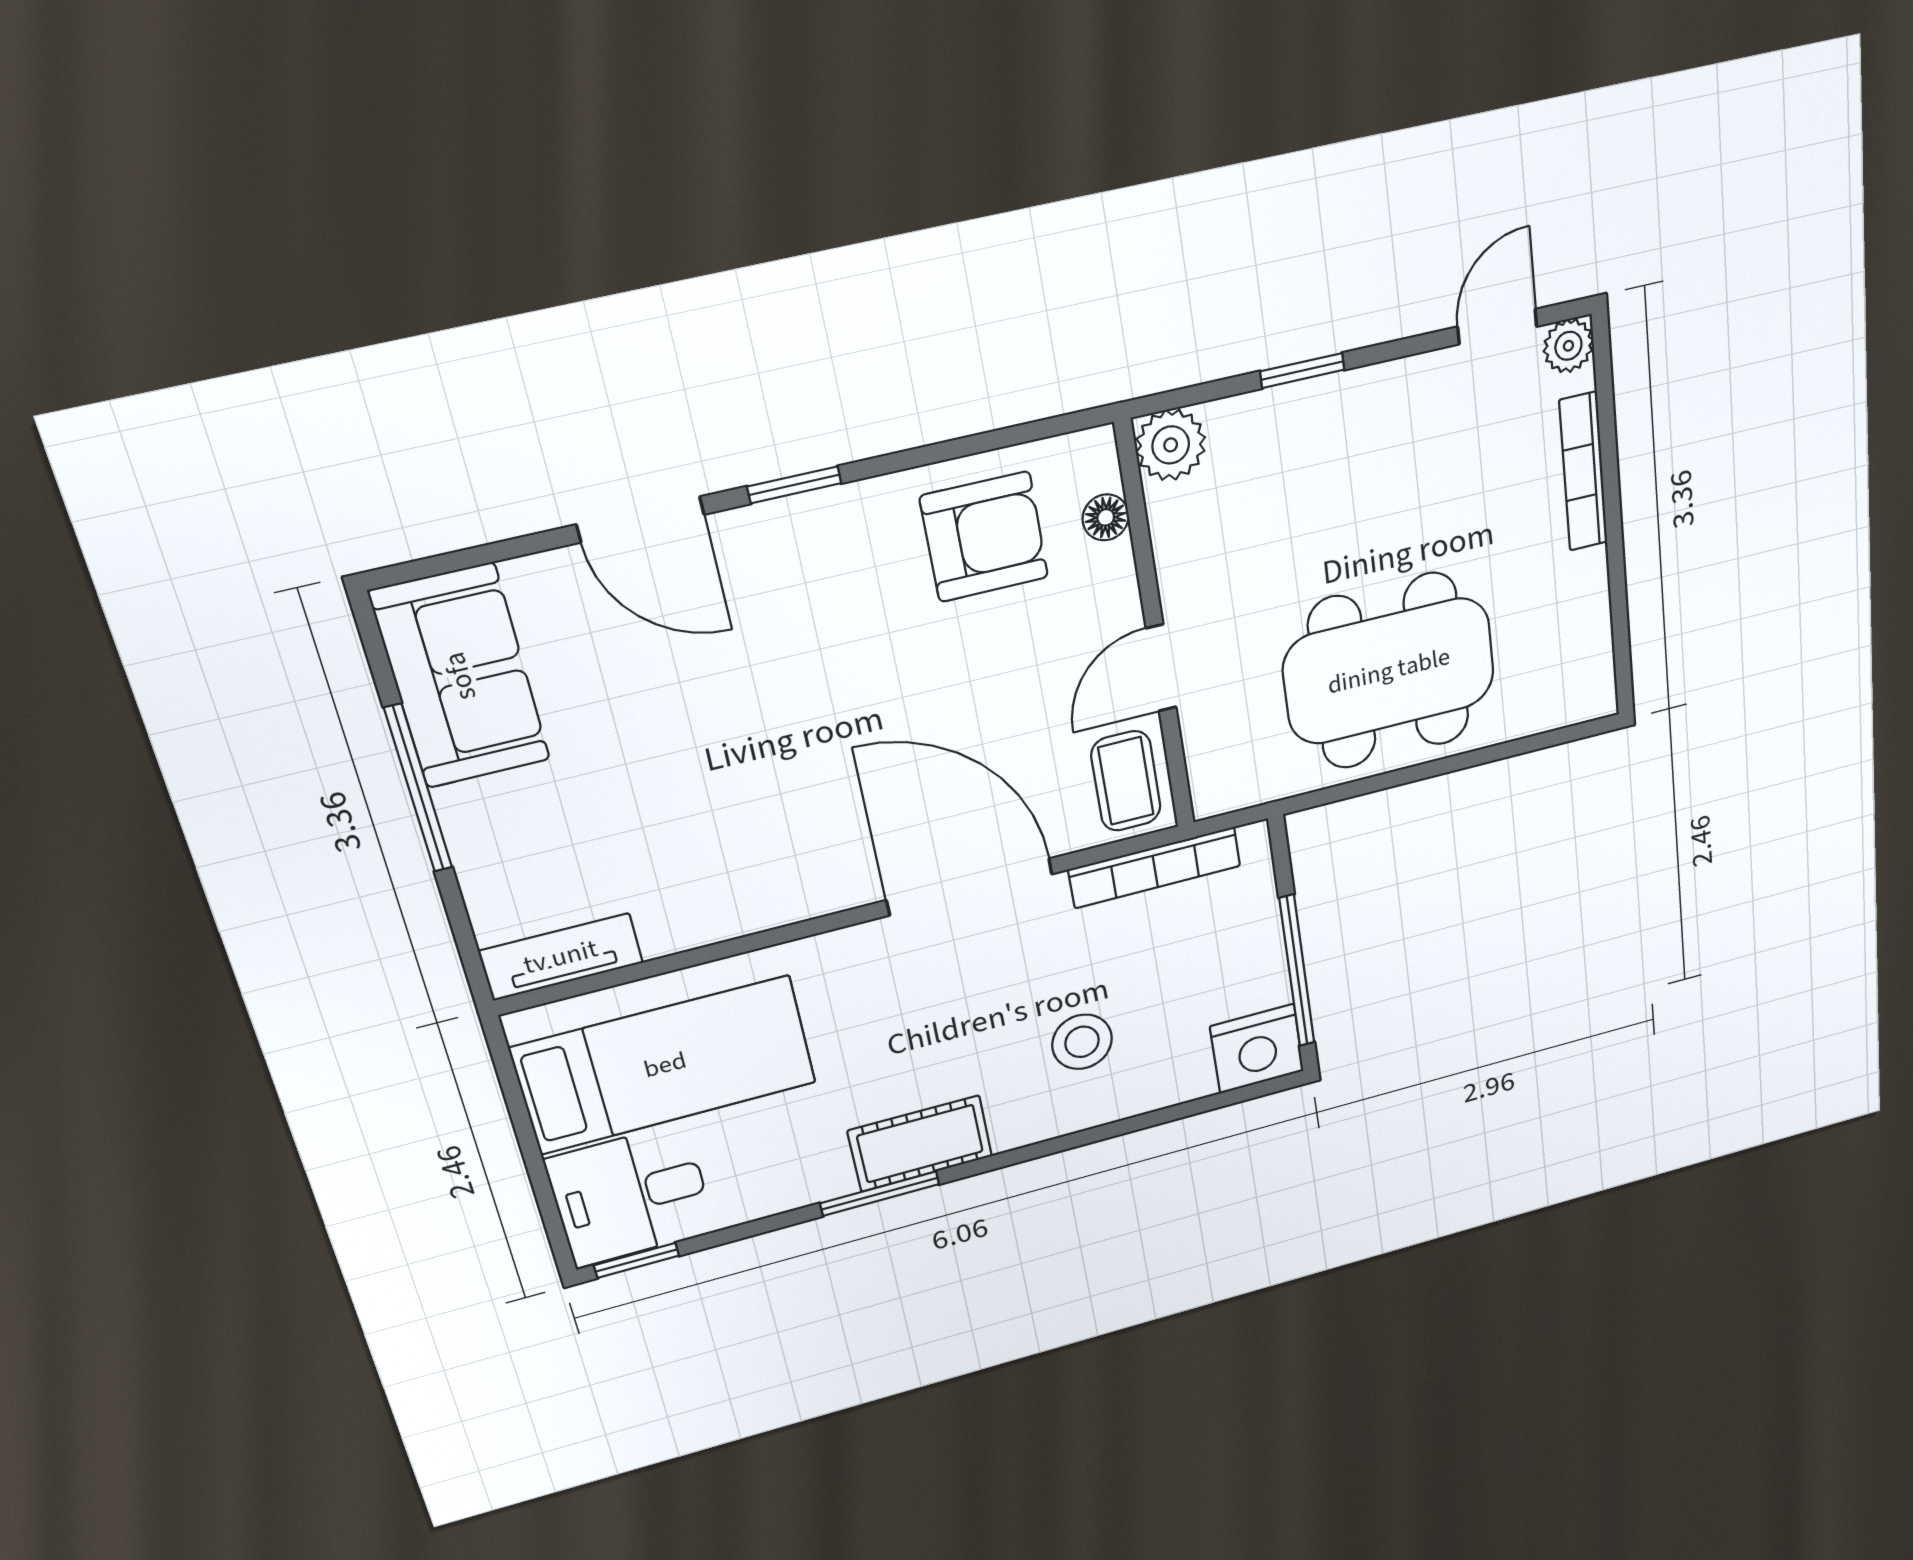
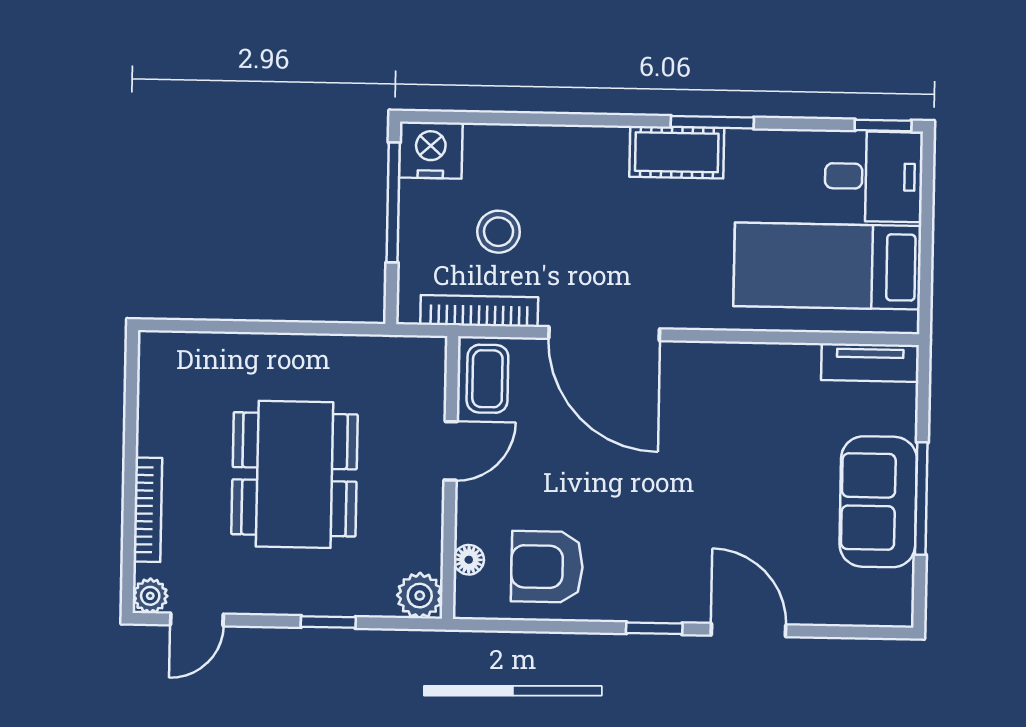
dining table: (1389, 671) -> (295, 474), moved, turned 90
sofa: (460, 676) -> (878, 502), moved
stool: (1082, 1042) -> (499, 232), moved

